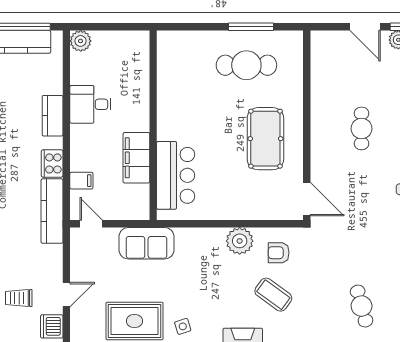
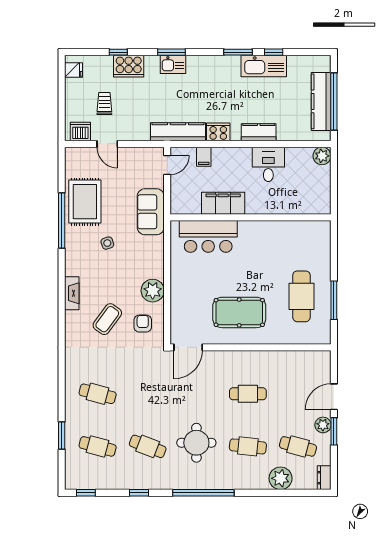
cafe table: (362, 306) -> (98, 394), turned 30
side table: (183, 326) -> (107, 243), moved

